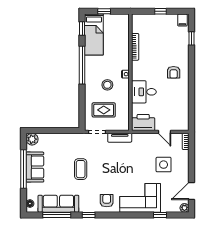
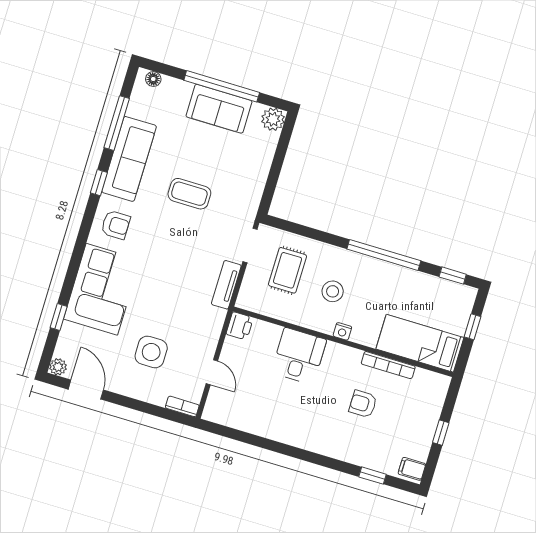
bed: (94, 35) -> (420, 343), moved
armchair: (174, 72) -> (363, 404), moved
printer: (143, 122) -> (240, 326), width x0.53, depth x0.68
door: (165, 132) -> (212, 372), swing flipped
sofa: (58, 204) -> (129, 159), moved

